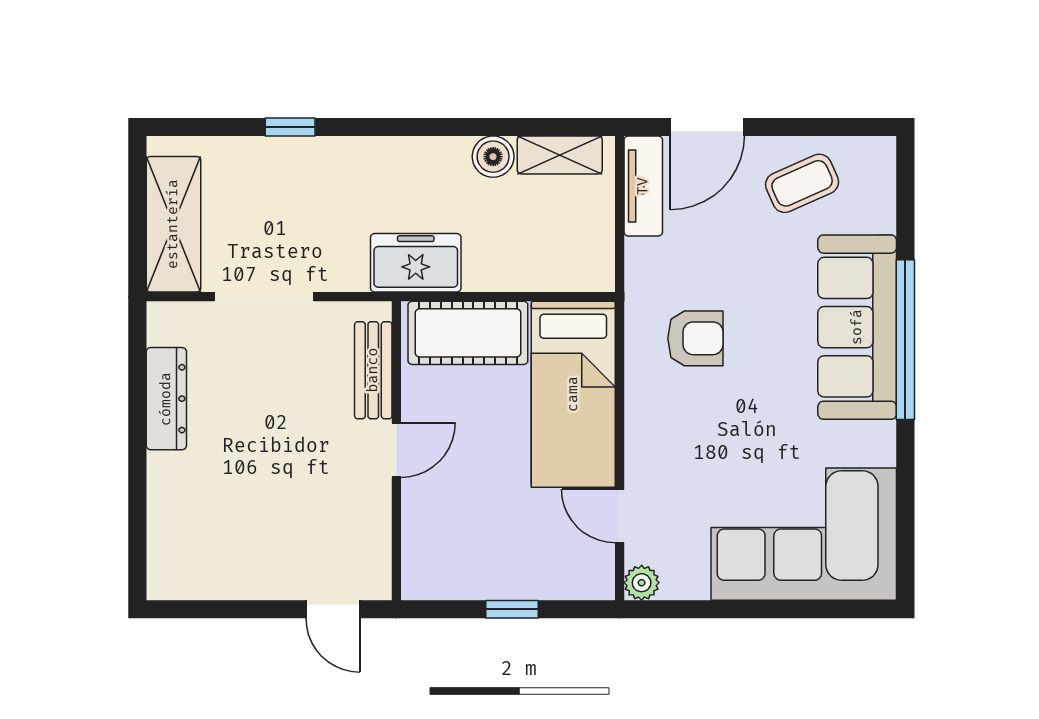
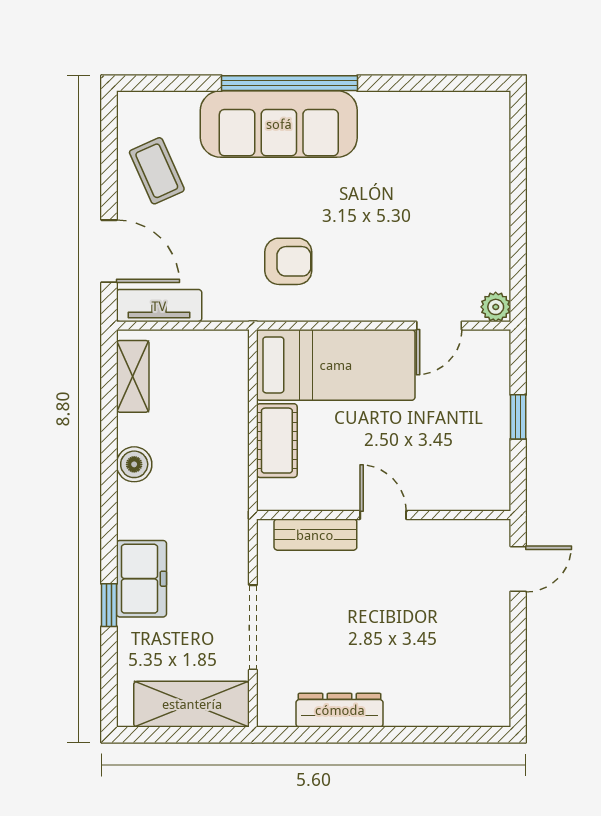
boiler: (493, 157) -> (134, 464), moved
freezer: (416, 263) -> (141, 579), moved, turned 180
cot: (468, 333) -> (277, 441), width x0.73, depth x0.75
armchair: (695, 338) -> (288, 261), turned 90
corner sofa: (804, 534) -> (454, 169), removed

